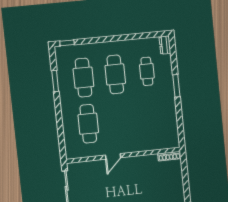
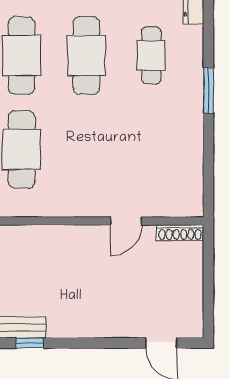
door: (113, 156) -> (126, 221), moved

